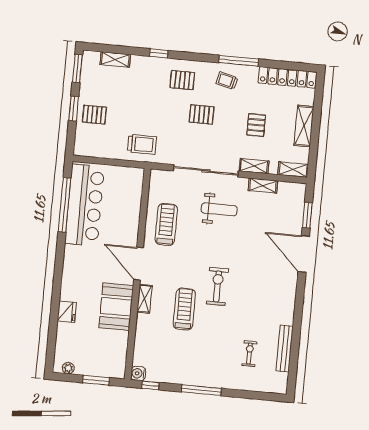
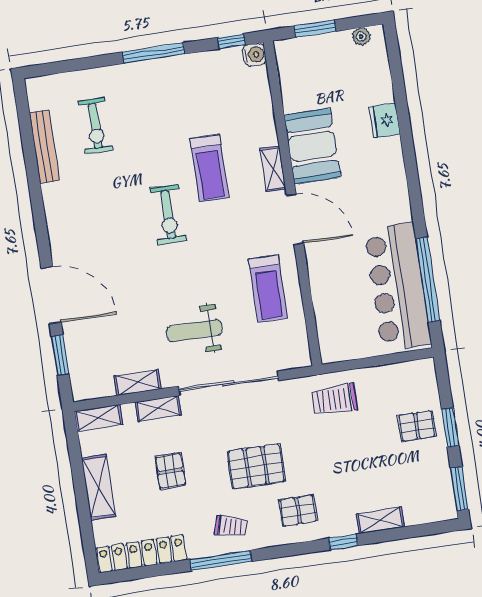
shelving: (115, 59) -> (380, 520), moved
pallet: (202, 114) -> (256, 466), width x1.50, depth x1.42
exercise bike: (249, 354) -> (95, 126), width x1.38, depth x1.39

